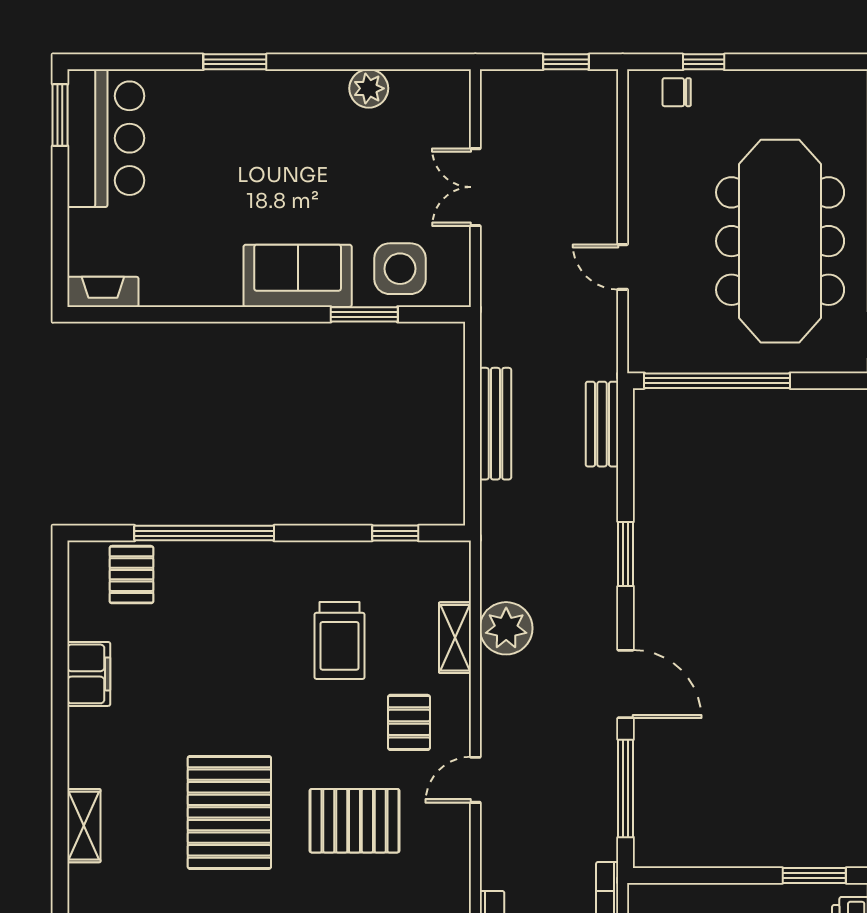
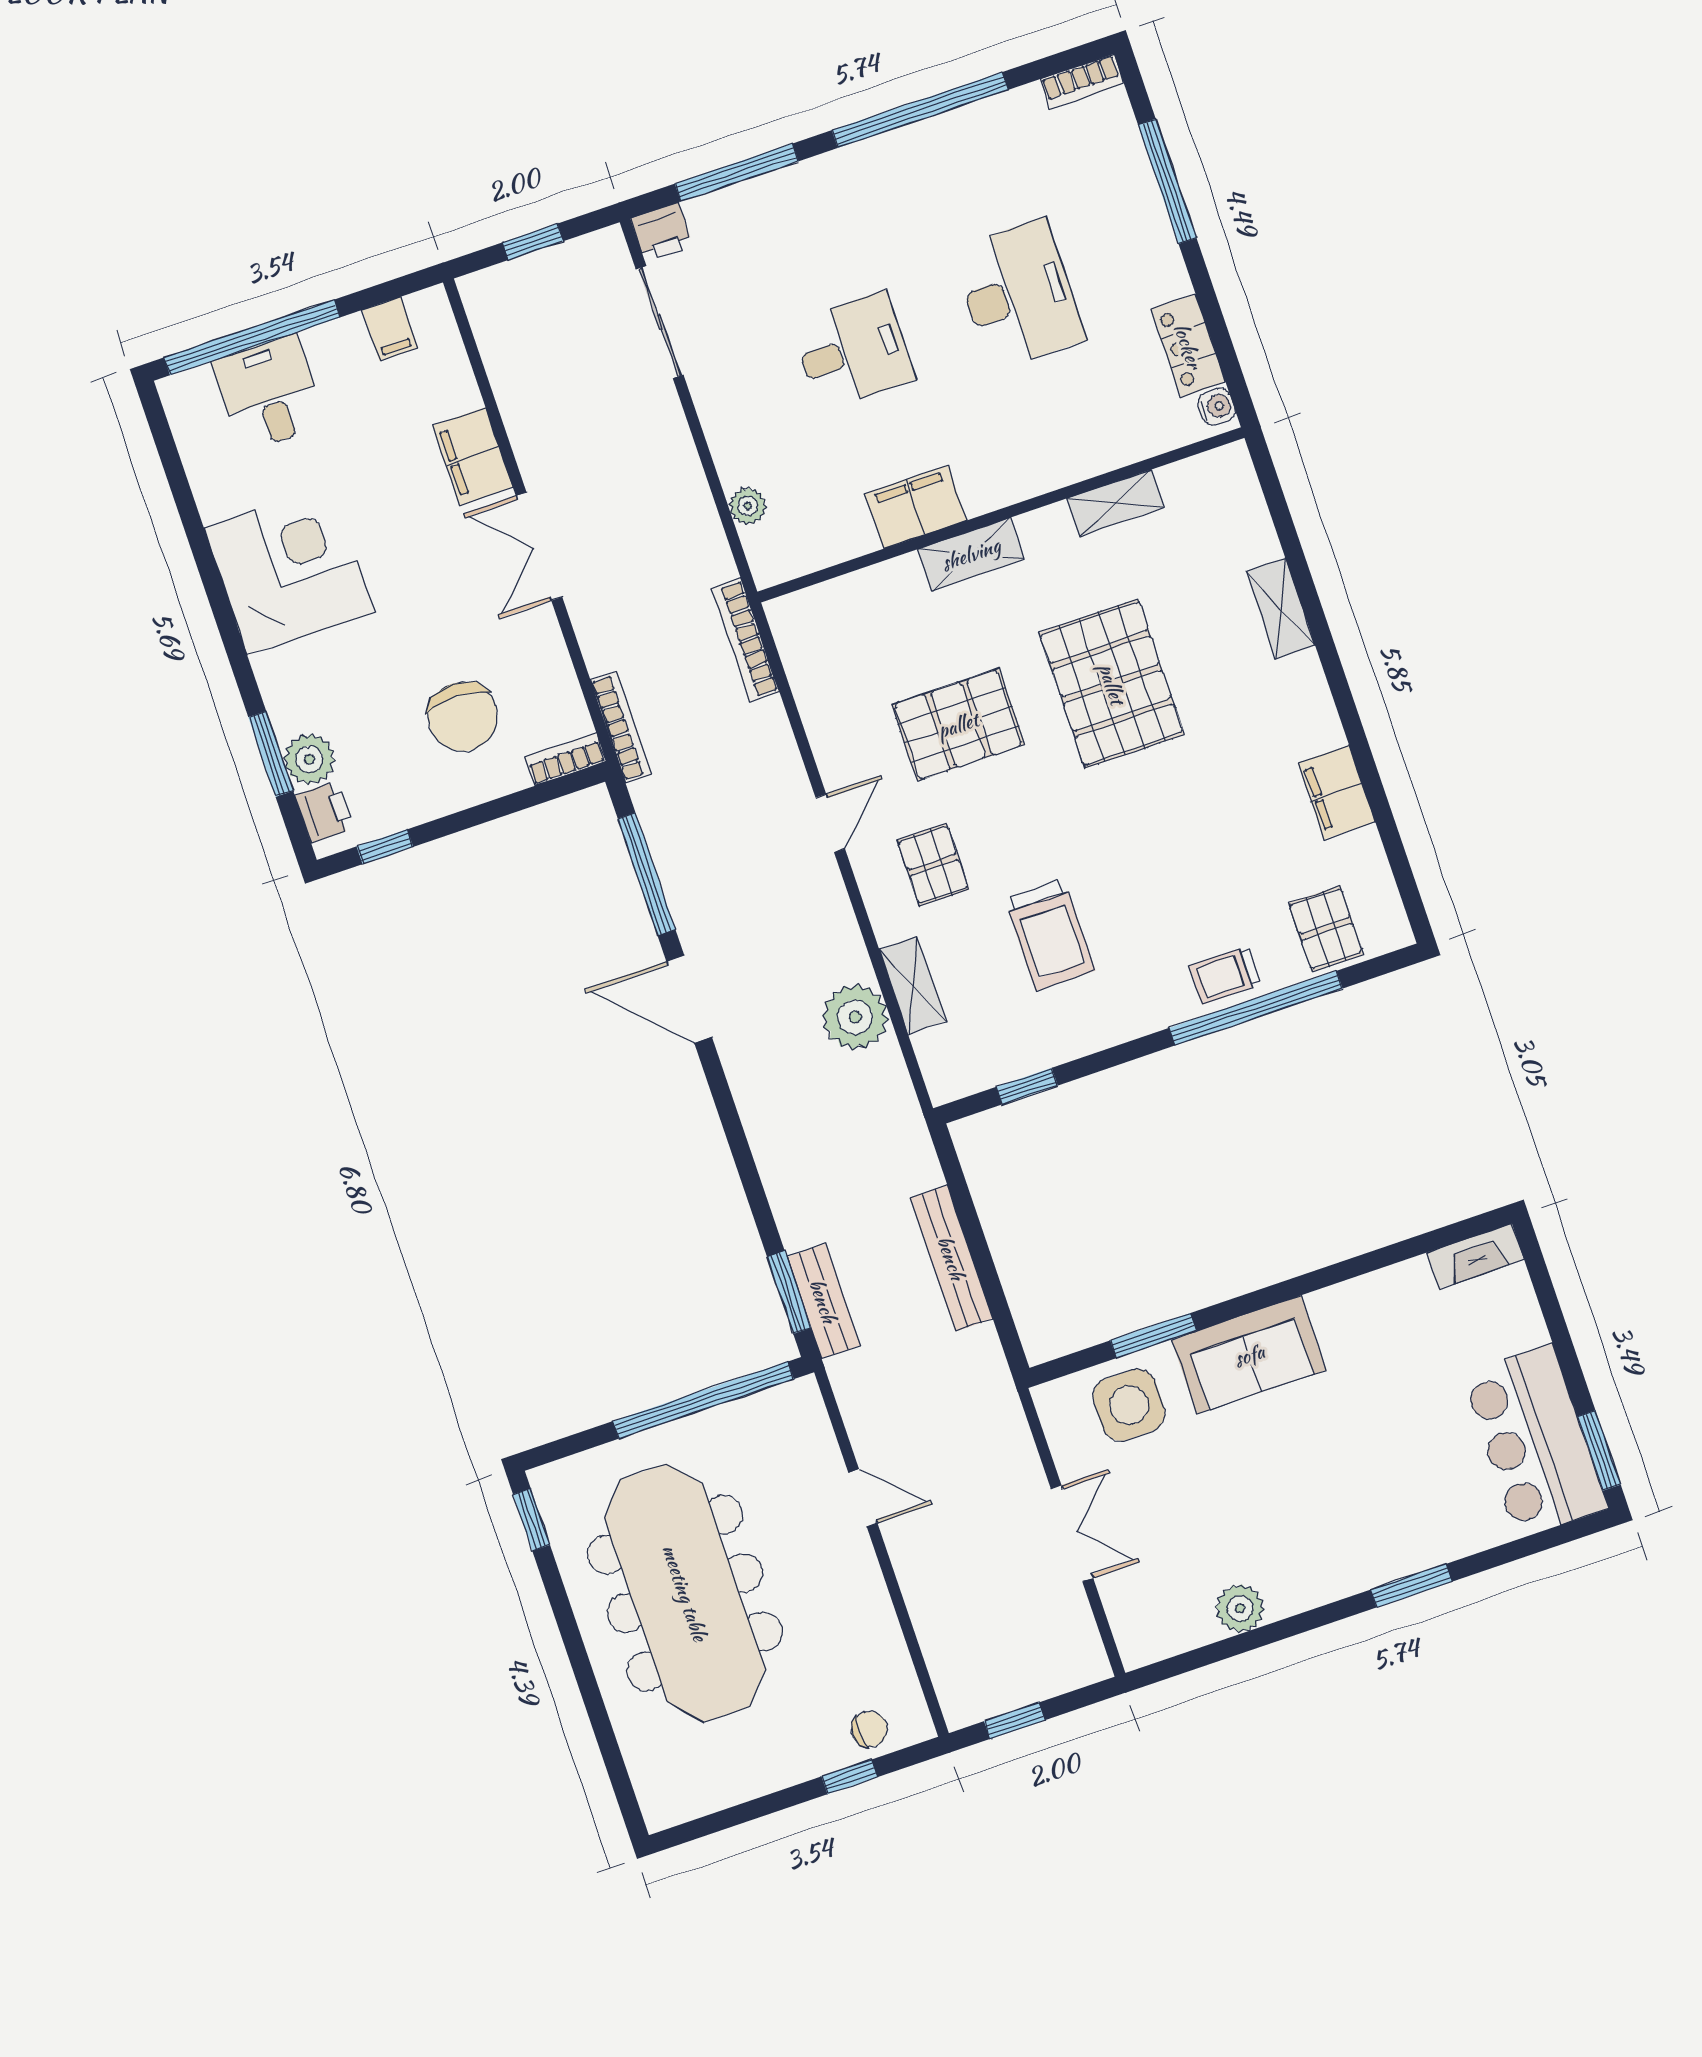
window: (626, 554) -> (789, 1292), moved
trolley: (219, 566) -> (1225, 975), added
trolley: (339, 640) -> (1050, 935), turned 180
window: (814, 875) -> (385, 847), width x0.67
bookcase: (657, 895) -> (565, 759), added

